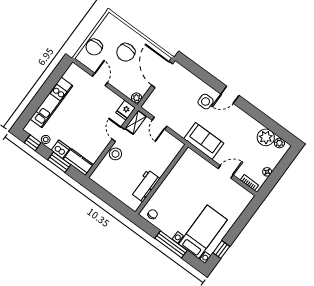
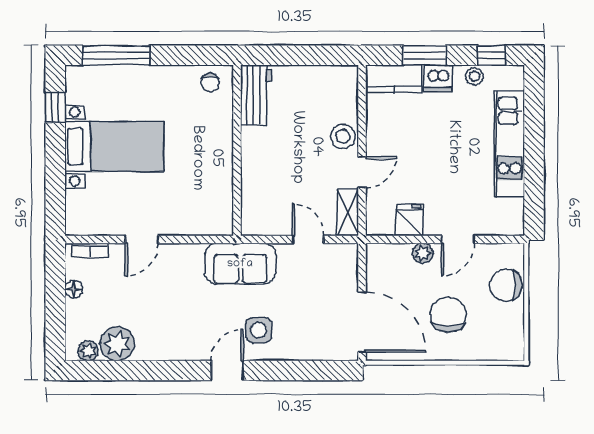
chair: (94, 47) -> (506, 285), turned -90
door: (100, 79) -> (458, 239), hinge flipped
plant: (137, 98) -> (423, 253), moved
fridge: (126, 110) -> (409, 220), moved
door: (118, 134) -> (362, 172), hinge flipped
sofa: (204, 141) -> (240, 264), moved
workbench: (145, 186) -> (256, 95), moved
bed with nightstands: (203, 232) -> (114, 147), moved, turned -90
window: (171, 244) -> (116, 55), moved

